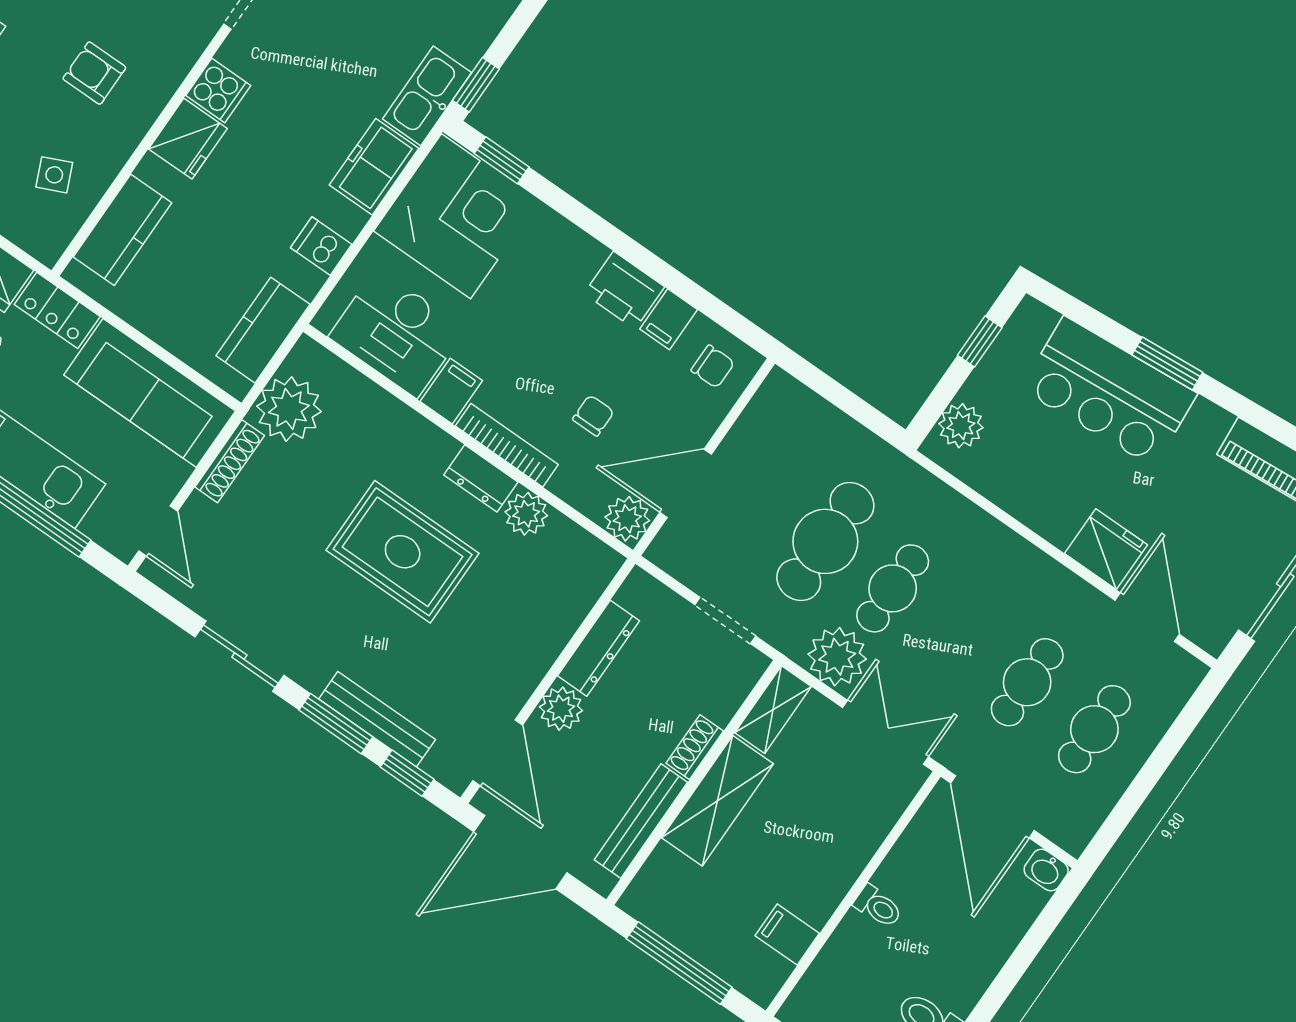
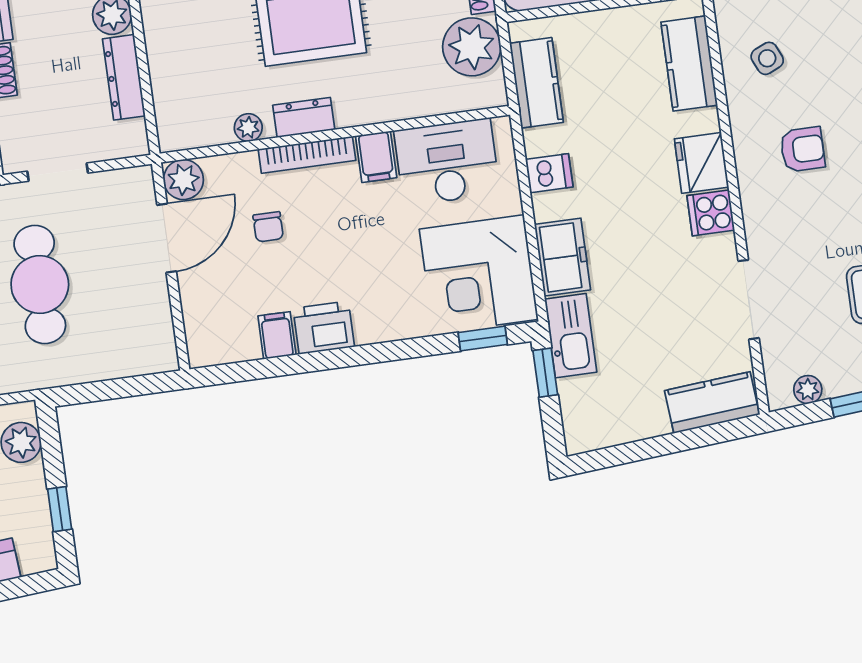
chair: (713, 367) -> (219, 331), removed
plant: (526, 514) -> (248, 128), width x0.73, depth x0.73

